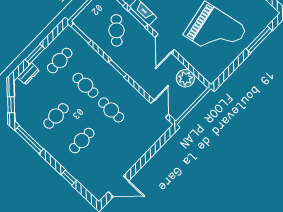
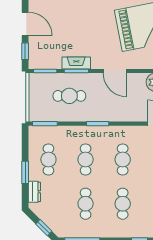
cafe table: (117, 30) -> (69, 96), turned -45
cafe table: (85, 85) -> (86, 159), turned 90
cafe table: (111, 110) -> (123, 159), turned 90

